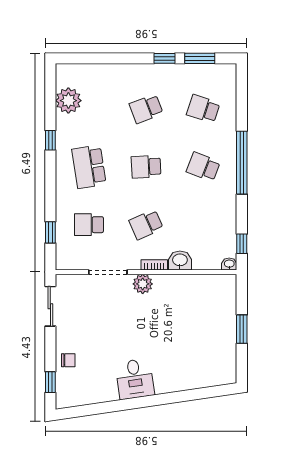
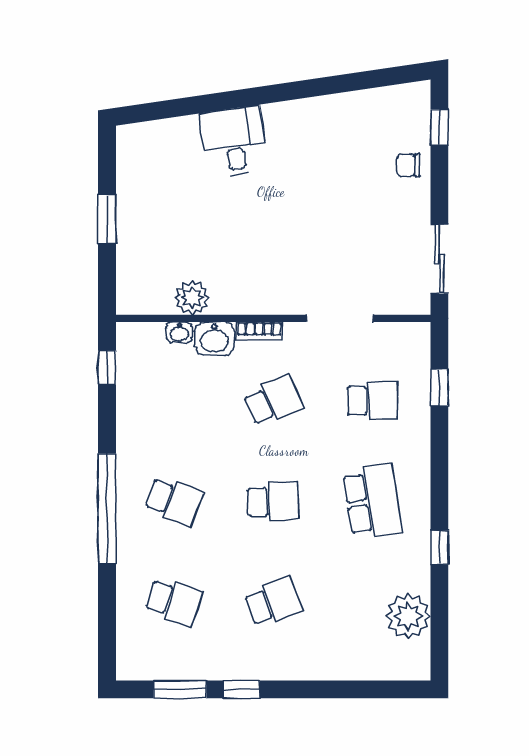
washbasin: (229, 264) -> (179, 332), moved
plant: (143, 284) -> (192, 298), moved
desk: (135, 379) -> (234, 141), moved

